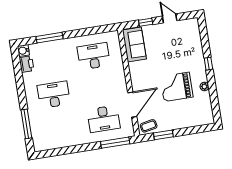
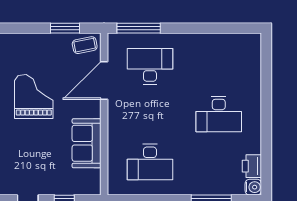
sofa: (134, 45) -> (87, 143), moved
grand piano: (177, 87) -> (34, 97), turned -90
window: (26, 124) -> (266, 77), removed

